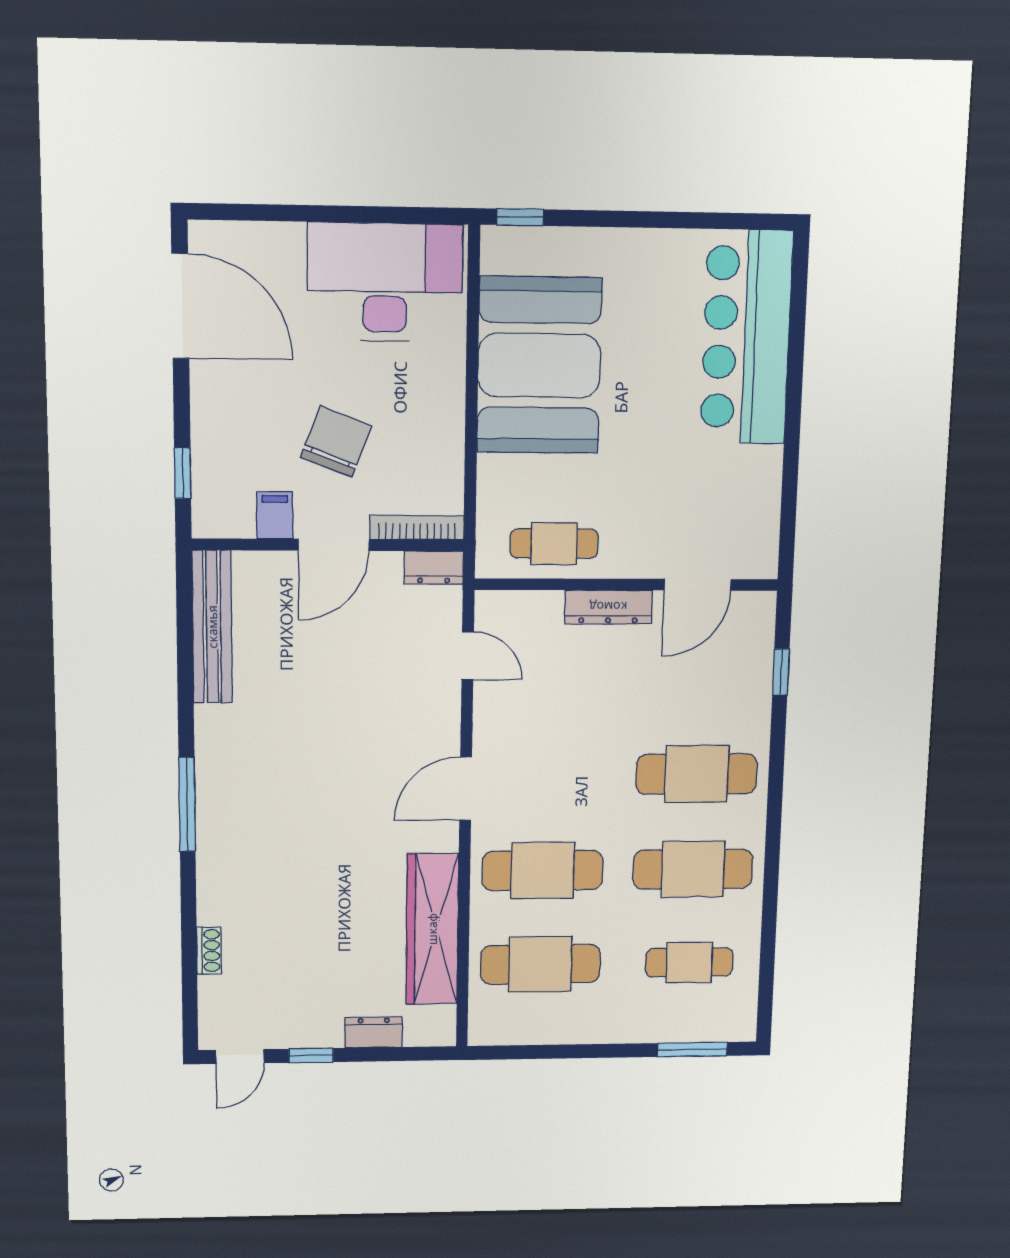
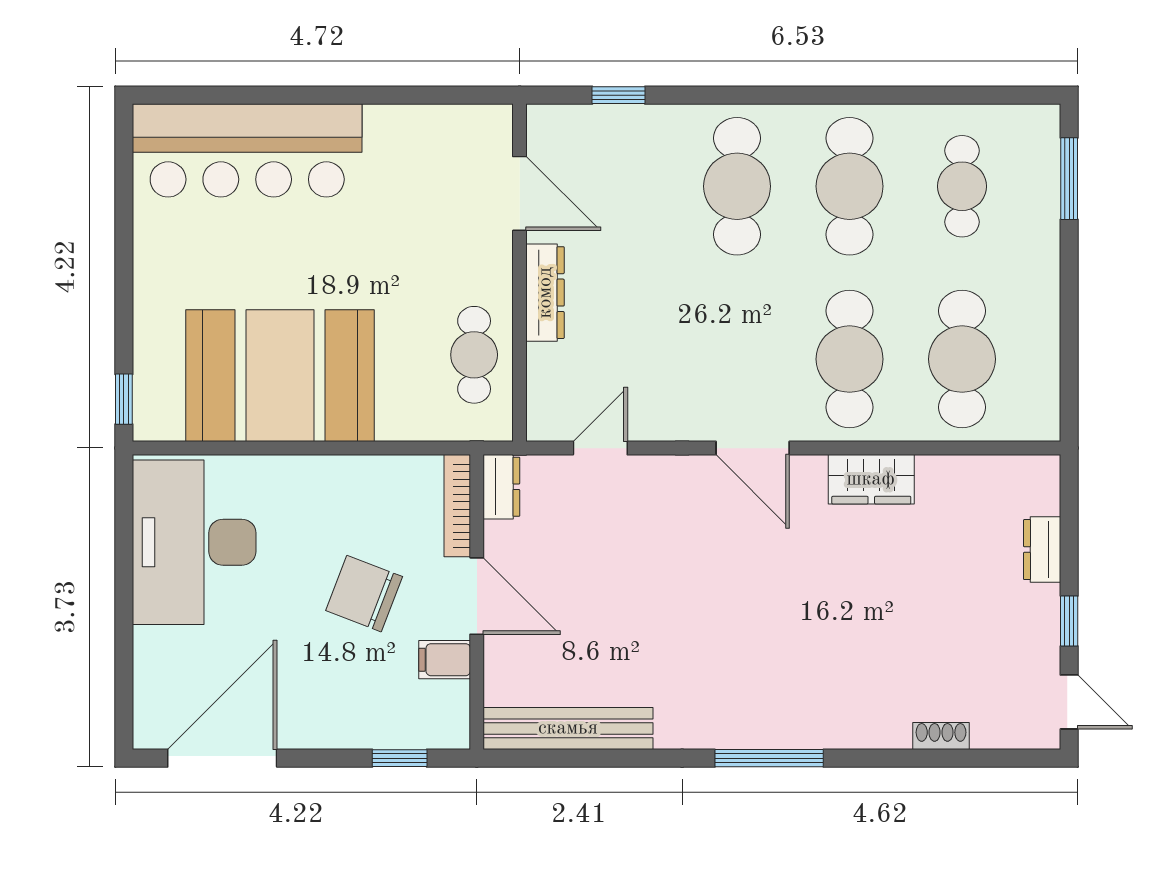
wardrobe: (432, 929) -> (871, 479), width x0.48, depth x0.85

